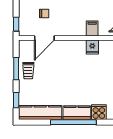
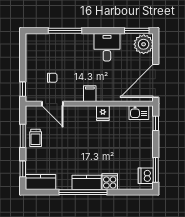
filing cabinet: (92, 29) -> (90, 94), moved
door: (44, 38) -> (52, 104), hinge flipped
kitchen counter: (40, 113) -> (40, 182), width x0.67

